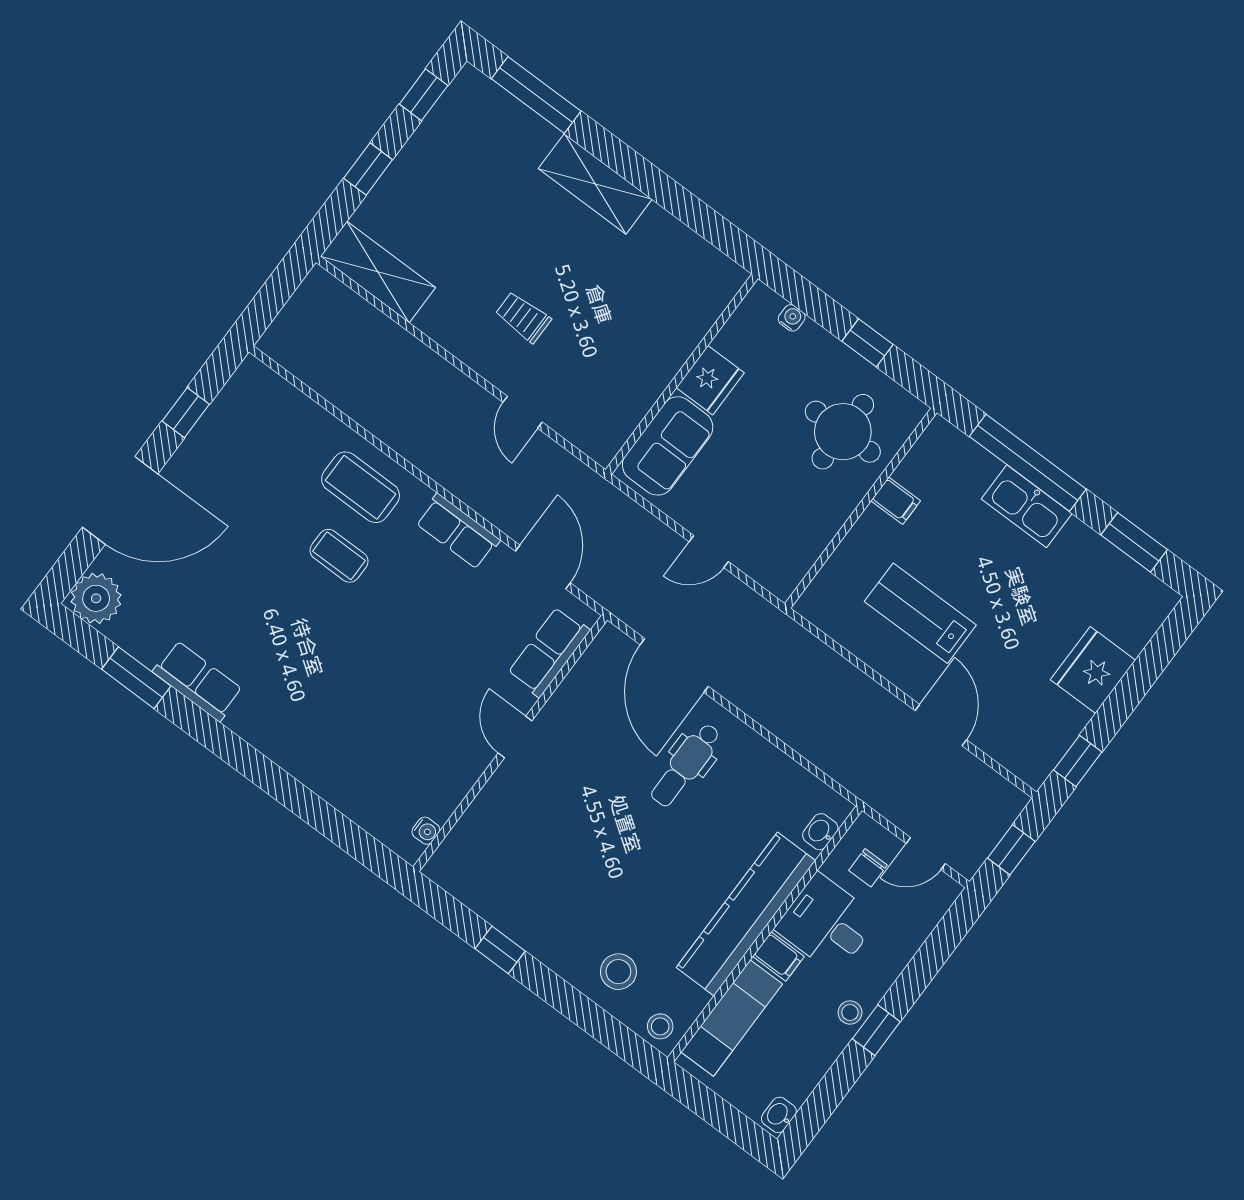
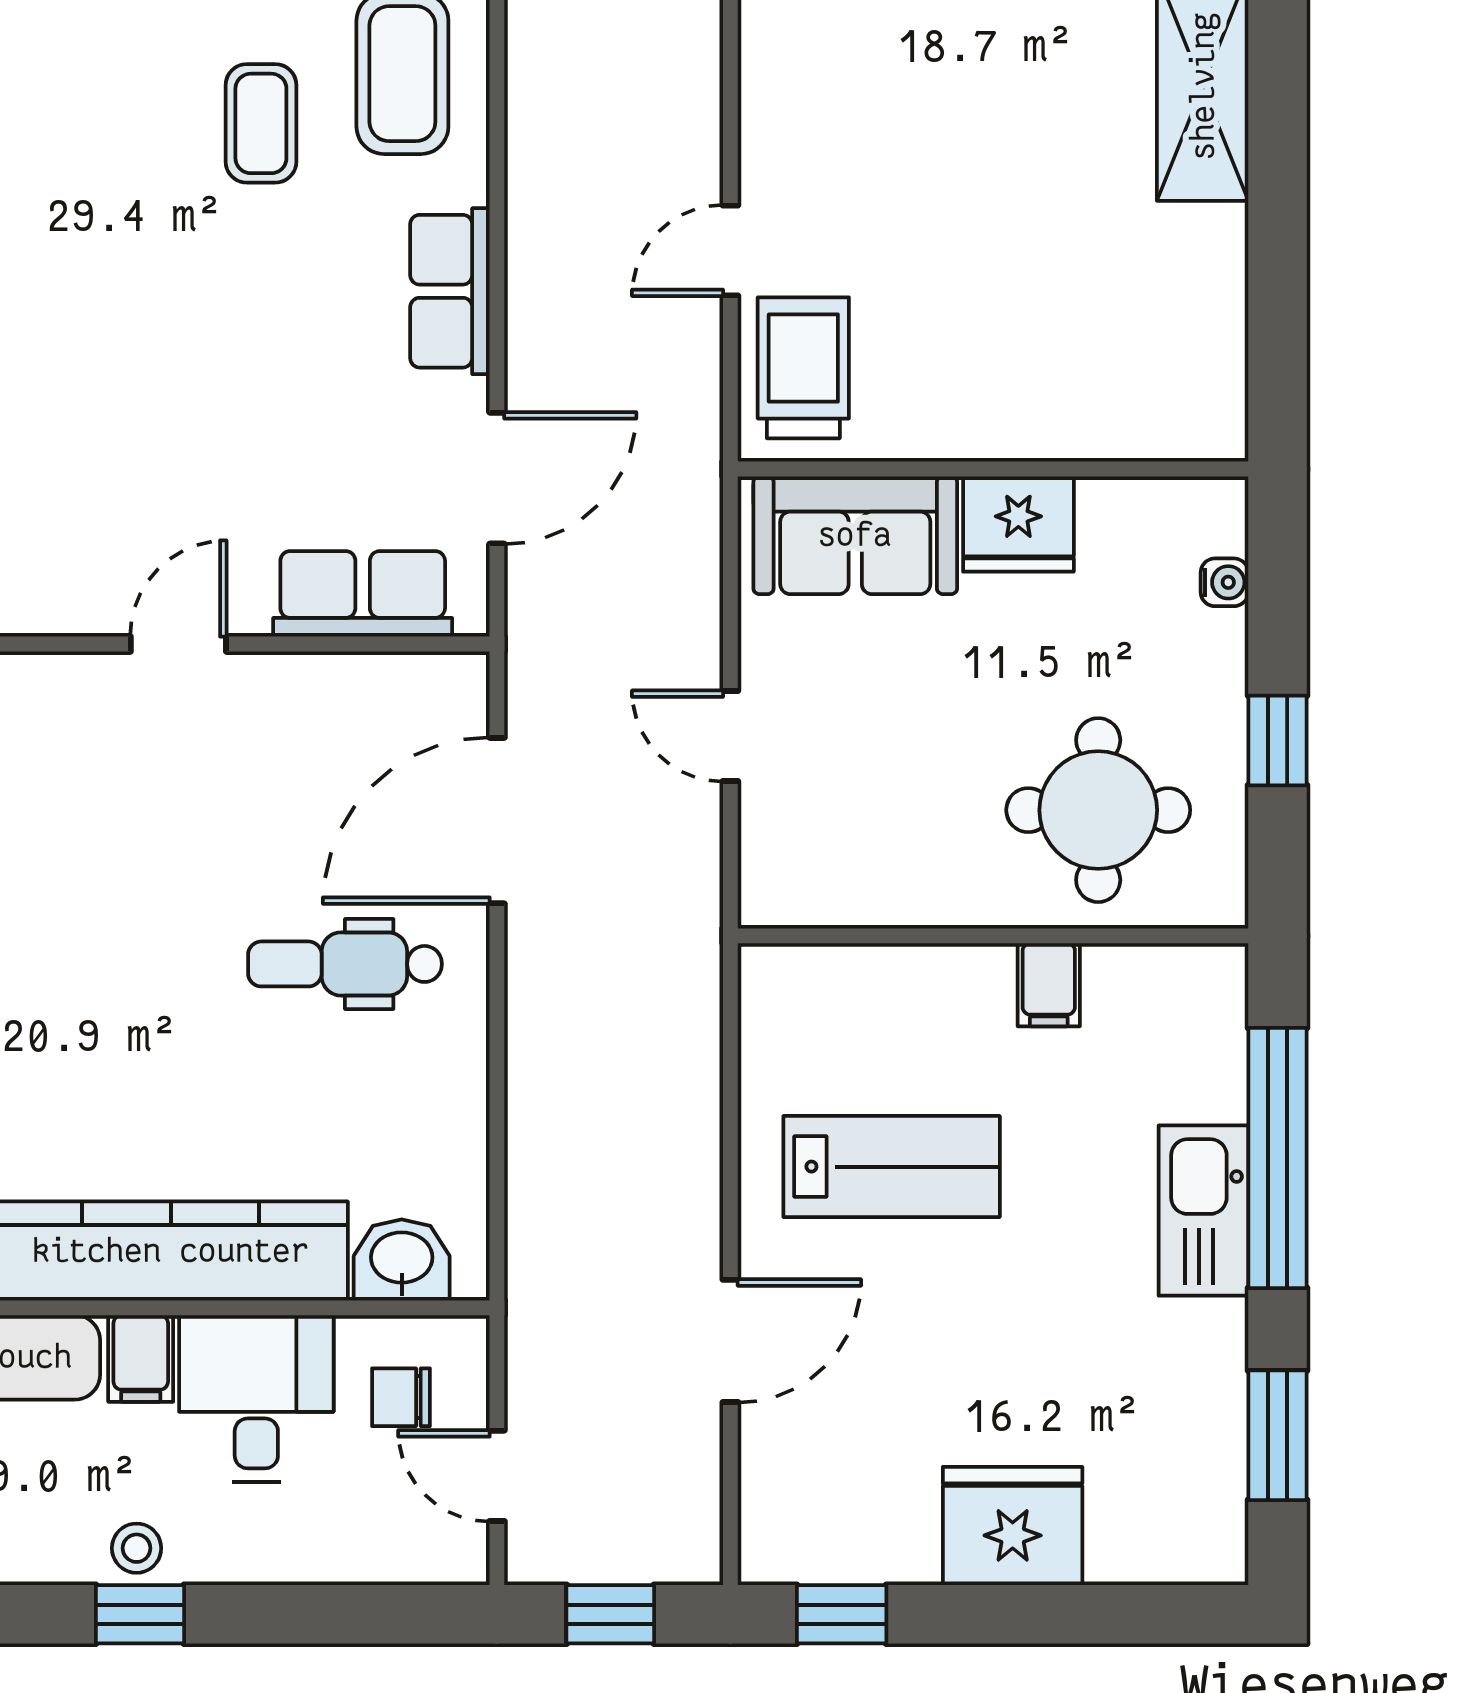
trolley: (523, 317) -> (803, 368), moved, width x1.36, depth x1.39
lab bench: (920, 613) -> (892, 1167), turned 90
washbasin: (820, 832) -> (402, 1260), width x1.38, depth x1.45

